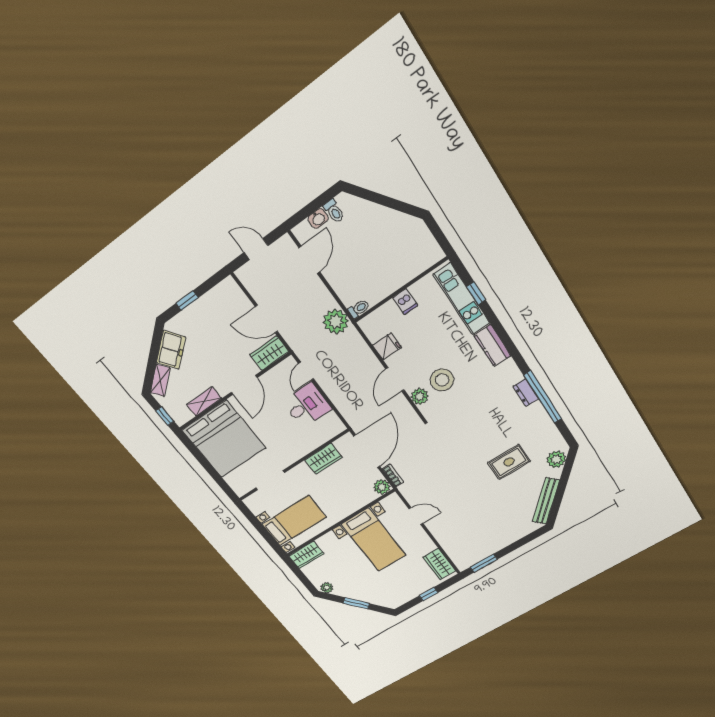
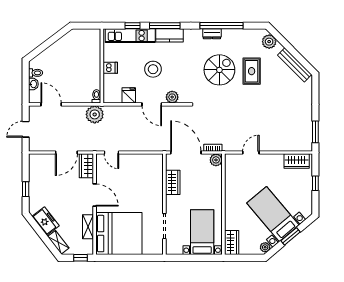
window: (501, 332) -> (165, 26), added
stool: (442, 380) -> (153, 69), moved
desk: (307, 405) -> (132, 167), removed
spiral stairs: (487, 428) -> (219, 70), added
bed with nightstands: (374, 540) -> (273, 214), moved, turned -130

